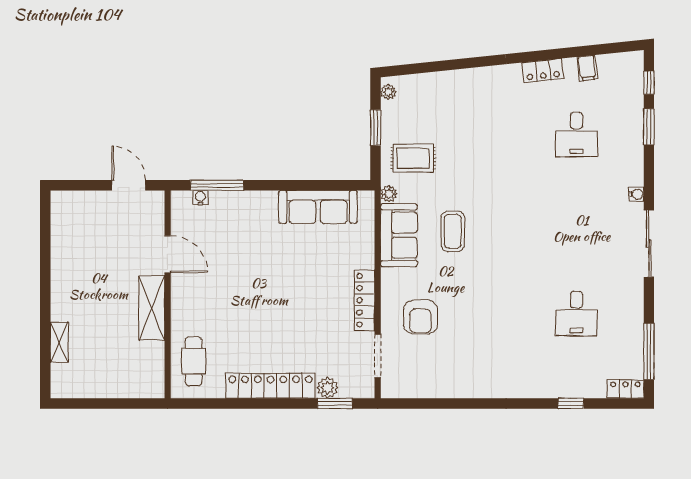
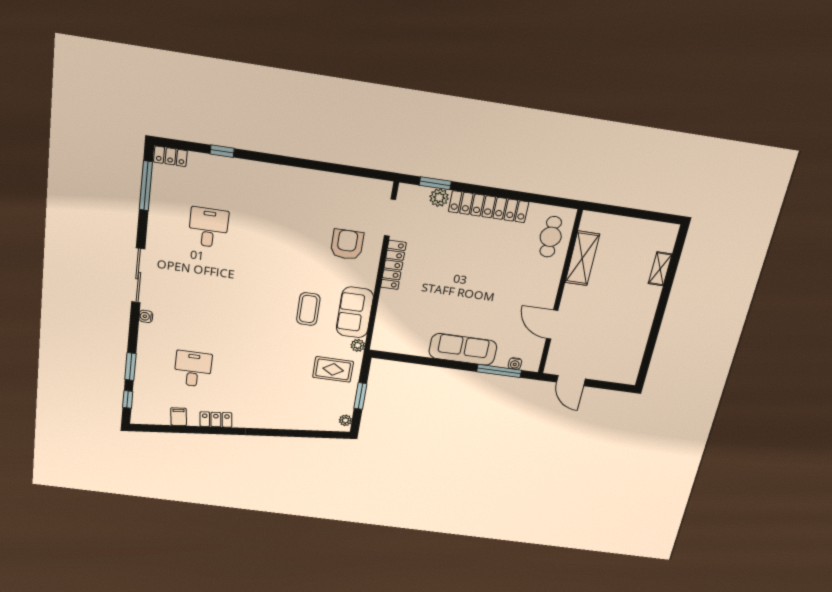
sofa: (318, 207) -> (463, 349), moved
shelving: (152, 308) -> (582, 258), moved

